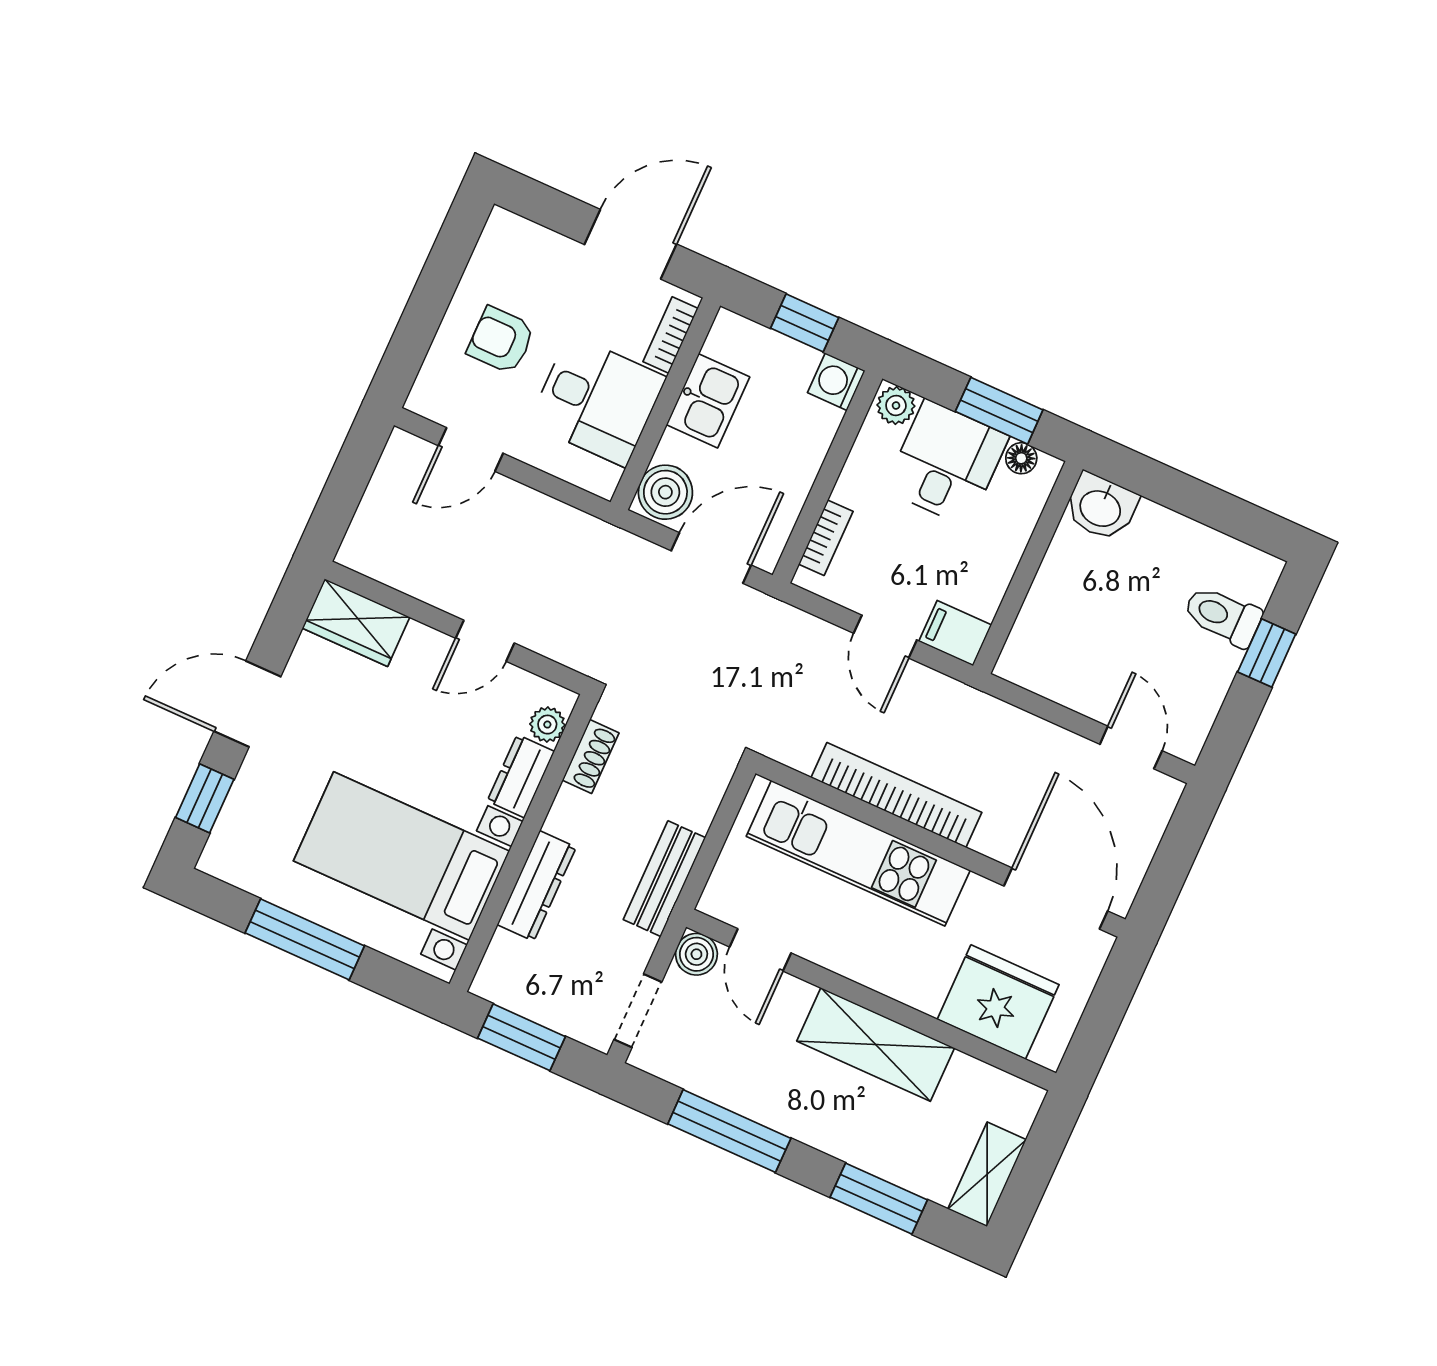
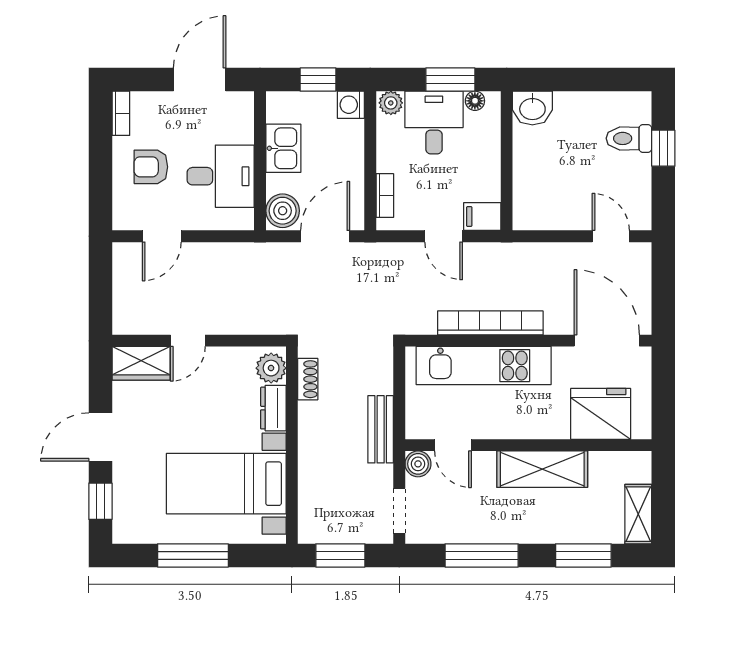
bookcase: (670, 335) -> (121, 113), moved, turned 180
door: (485, 641) -> (188, 341), moved
plant: (547, 725) -> (271, 368), width x1.38, depth x1.38
dresser: (537, 886) -> (310, 466), removed

